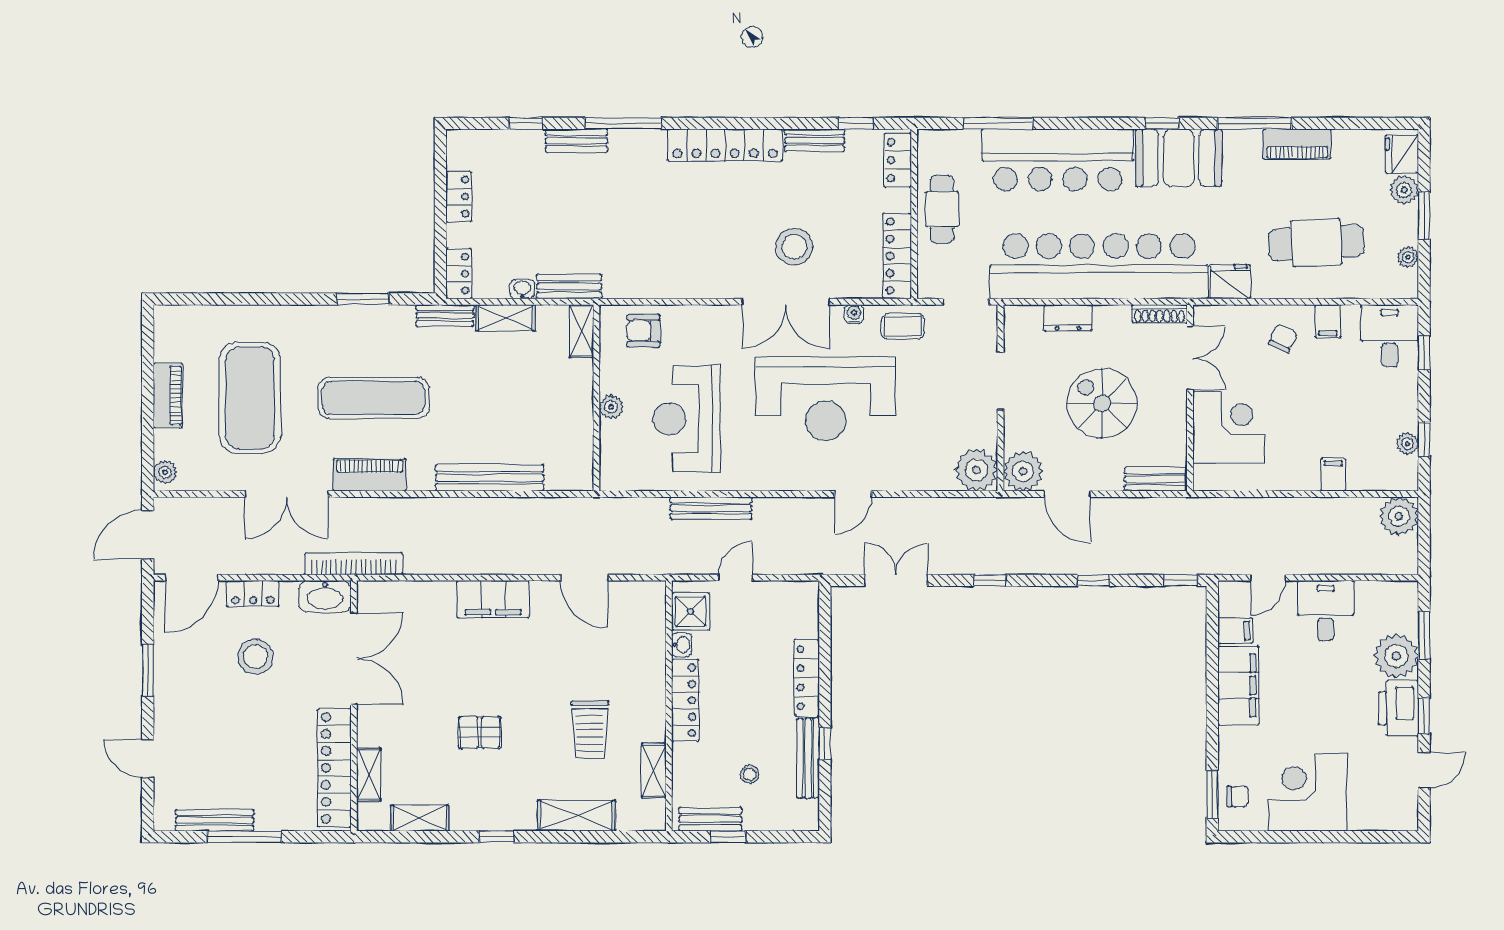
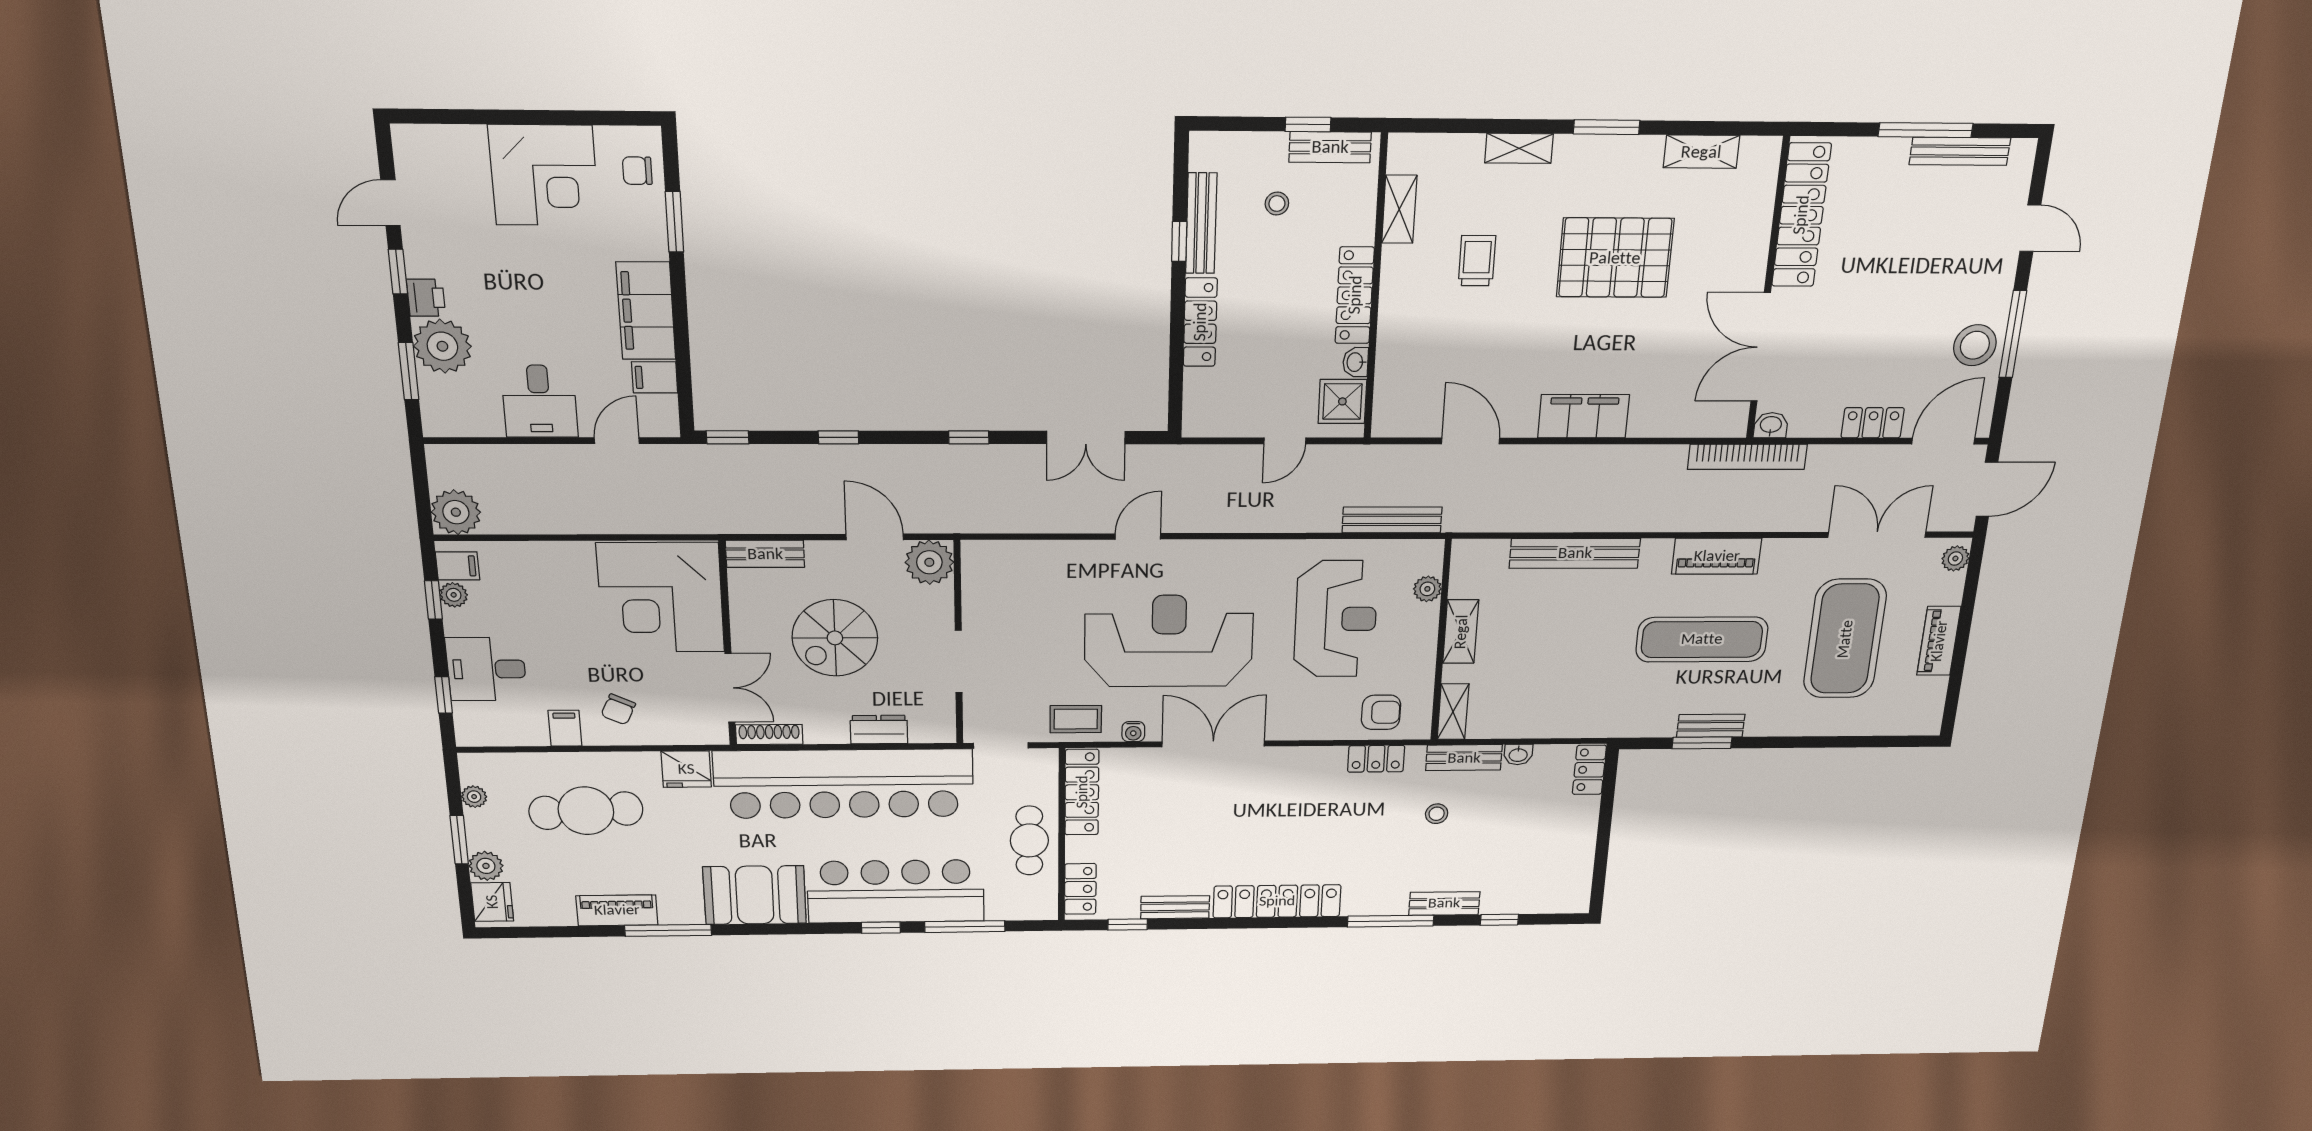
window: (1162, 123) -> (881, 928), moved
locker: (459, 197) -> (1376, 759), moved, turned -90
stool: (794, 247) -> (1437, 814), moved, width x0.53, depth x0.53
bench: (445, 315) -> (1711, 726), moved
shelving: (506, 318) -> (1461, 632), moved, turned 90
desk: (1390, 336) -> (486, 669), moved, turned 90
double door: (1190, 358) -> (730, 688), swing flipped
spiral stairs: (1102, 403) -> (835, 638), turned 90
plant: (611, 407) -> (1427, 589), moved
corner desk: (1229, 428) -> (661, 598), width x1.36, depth x1.36
plant: (977, 470) -> (987, 564), removed
filing cabinet: (1333, 475) -> (458, 566), moved, turned -90
double door: (287, 494) -> (1877, 535), moved
bench: (711, 508) -> (1392, 520), moved
washbasin: (325, 596) -> (1771, 425), width x0.52, depth x0.69
stool: (255, 657) -> (1975, 345), moved
window: (148, 670) -> (2013, 334), width x1.44
printer: (1398, 708) -> (426, 298), width x0.53, depth x0.68
trolley: (590, 729) -> (1477, 261), width x0.73, depth x0.72
pallet: (480, 732) -> (1615, 258), width x2.05, depth x2.00
shelving: (369, 774) -> (1759, 207), removed
window: (1212, 795) -> (674, 222), moved
shelving: (576, 816) -> (1519, 148), width x0.67, depth x0.75
window: (496, 837) -> (1607, 127), width x1.50

